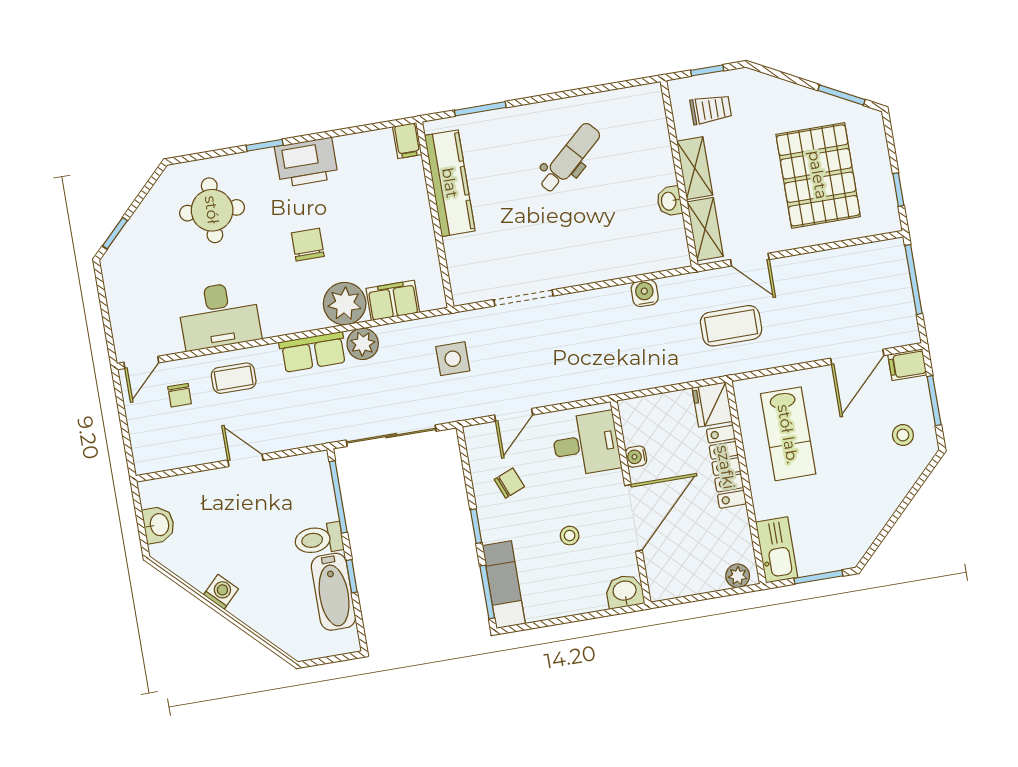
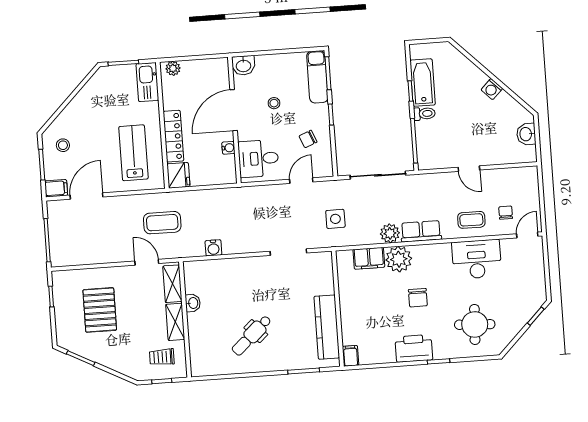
pallet: (818, 175) -> (100, 310), width x0.73, depth x0.71
toilet: (319, 539) -> (424, 114), width x0.73, depth x0.72

